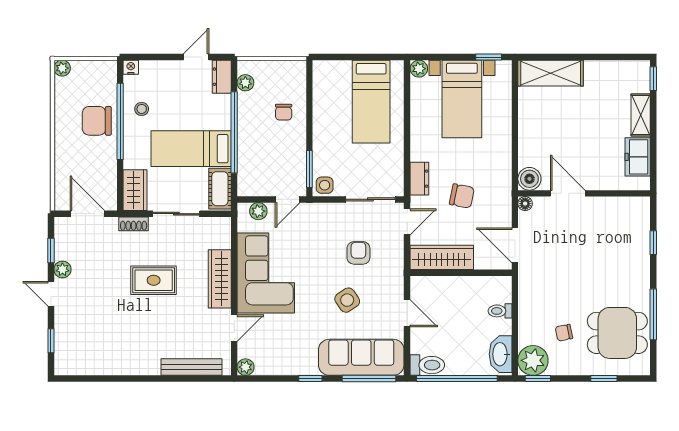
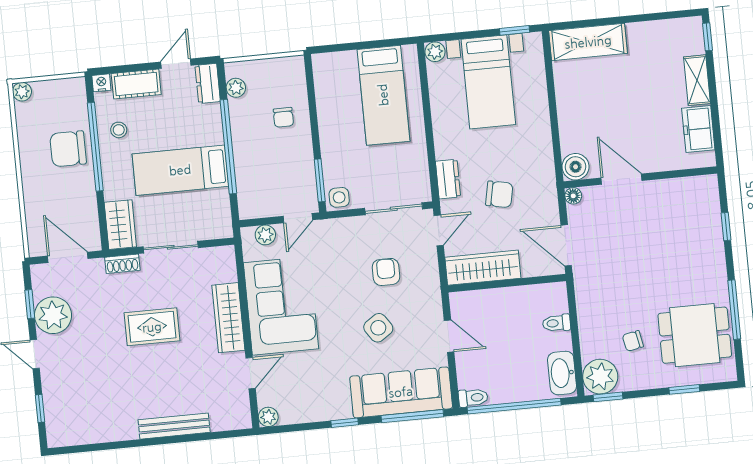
cot: (220, 189) -> (136, 84), moved, turned 90
plant: (62, 269) -> (53, 315), width x1.88, depth x1.88
toilet: (427, 365) -> (473, 398), width x0.73, depth x0.72
bench: (192, 367) -> (174, 426), moved

